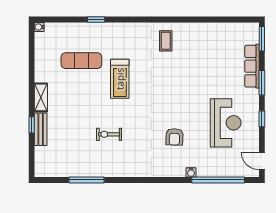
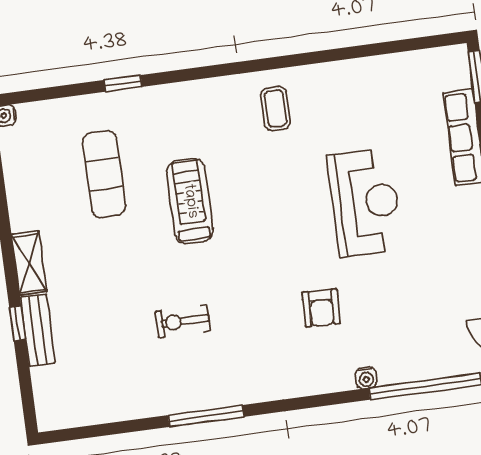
exercise mat: (81, 61) -> (104, 174), turned 90
treadmill: (120, 79) -> (190, 201), turned 180
reception desk: (226, 123) -> (365, 202), moved
window: (86, 180) -> (206, 416), moved

